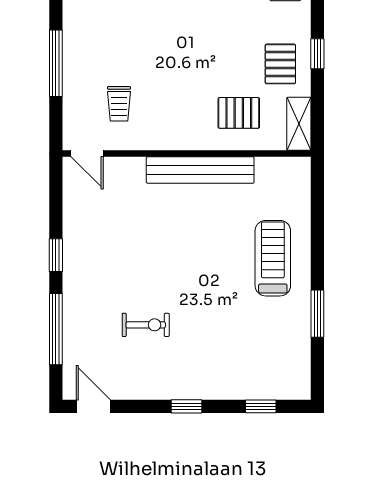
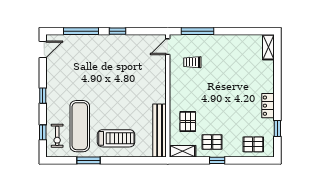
window: (56, 63) -> (197, 31), moved
bench: (200, 170) -> (160, 131), moved
exercise bike: (146, 325) -> (57, 136), moved
exercise mat: (248, 332) -> (80, 126), added

